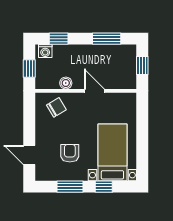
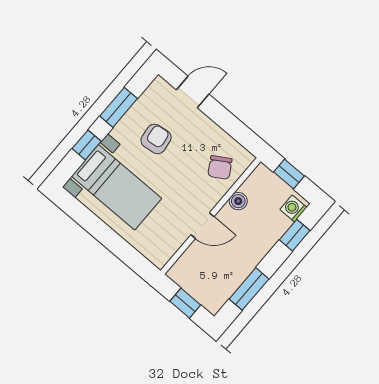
armchair: (70, 153) -> (156, 139), turned -97

